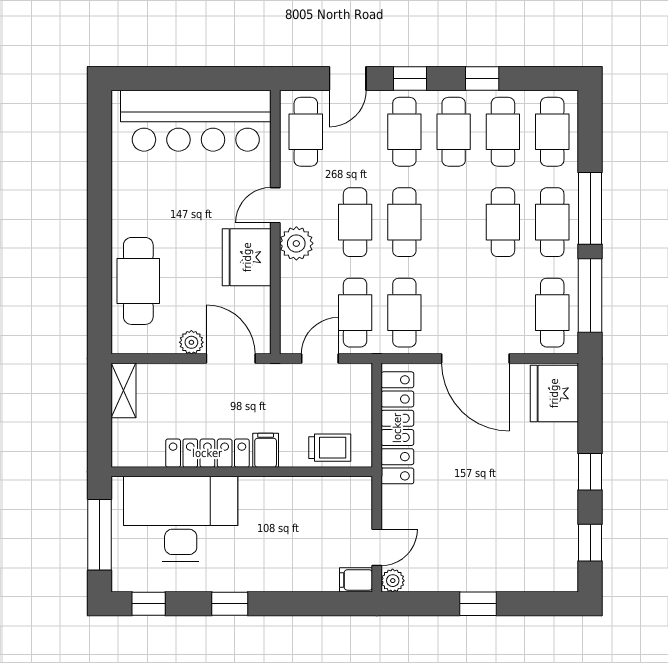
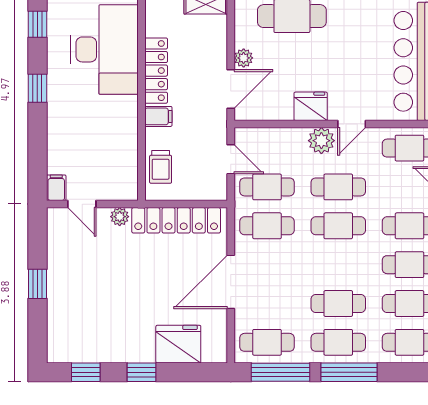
door: (275, 205) -> (352, 124), swing flipped
fridge: (247, 257) -> (311, 106), width x0.73, depth x0.75
fridge: (554, 393) -> (178, 344), moved
plant: (393, 581) -> (120, 217), moved

